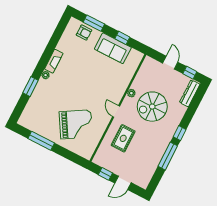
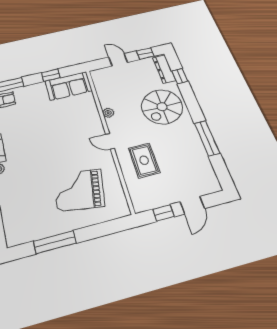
sofa: (113, 48) -> (69, 86), moved
spiral stairs: (152, 107) -> (162, 107), moved
grand piano: (76, 124) -> (79, 190), turned -140
window: (180, 133) -> (180, 76), moved

